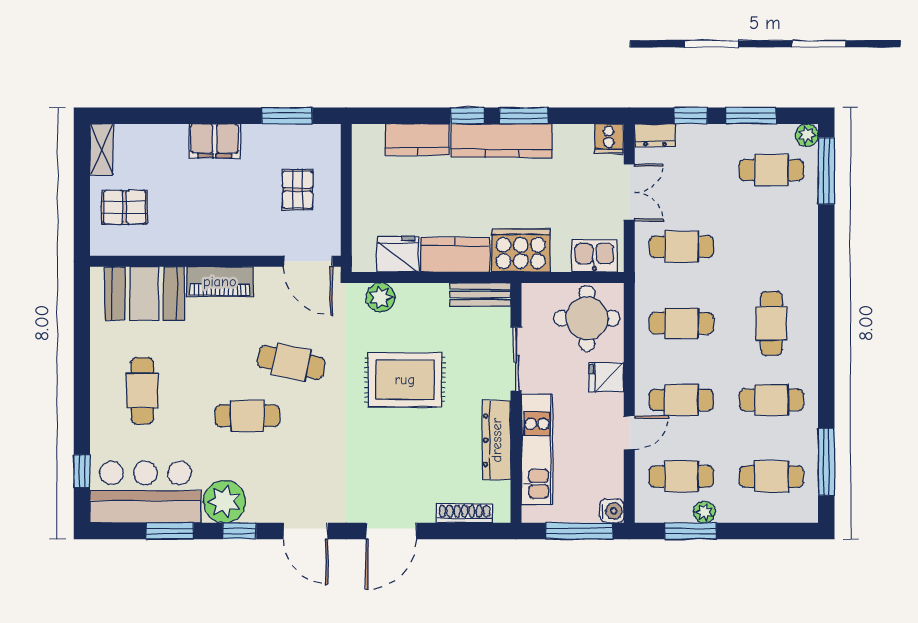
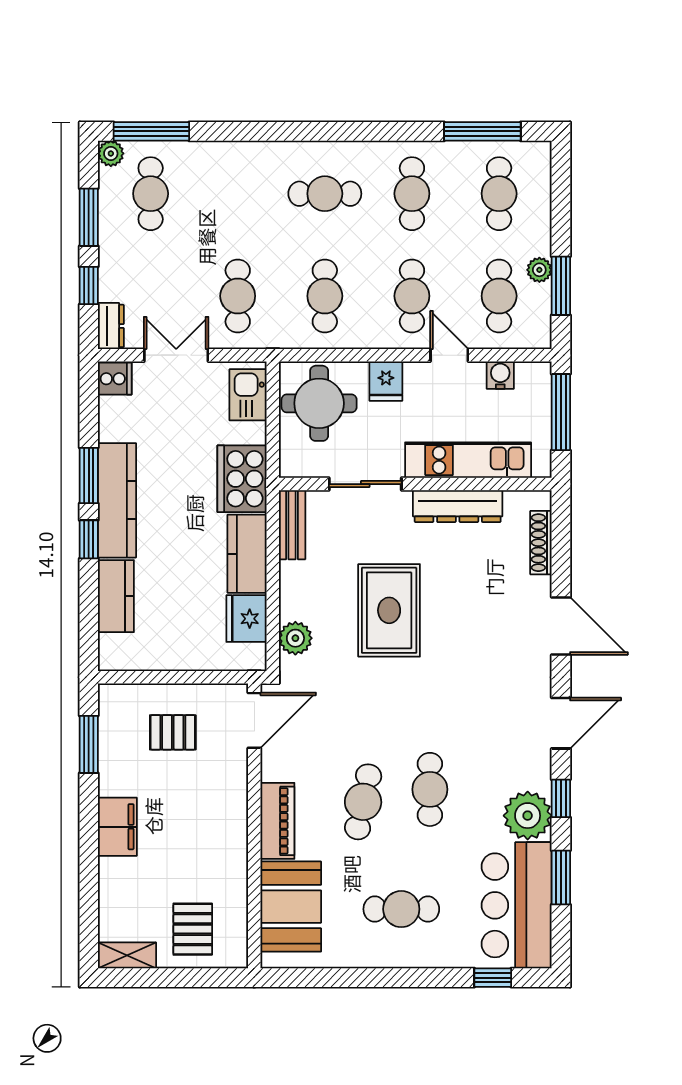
cafe table: (291, 362) -> (363, 802), moved
water cooler: (612, 511) -> (500, 375), moved

